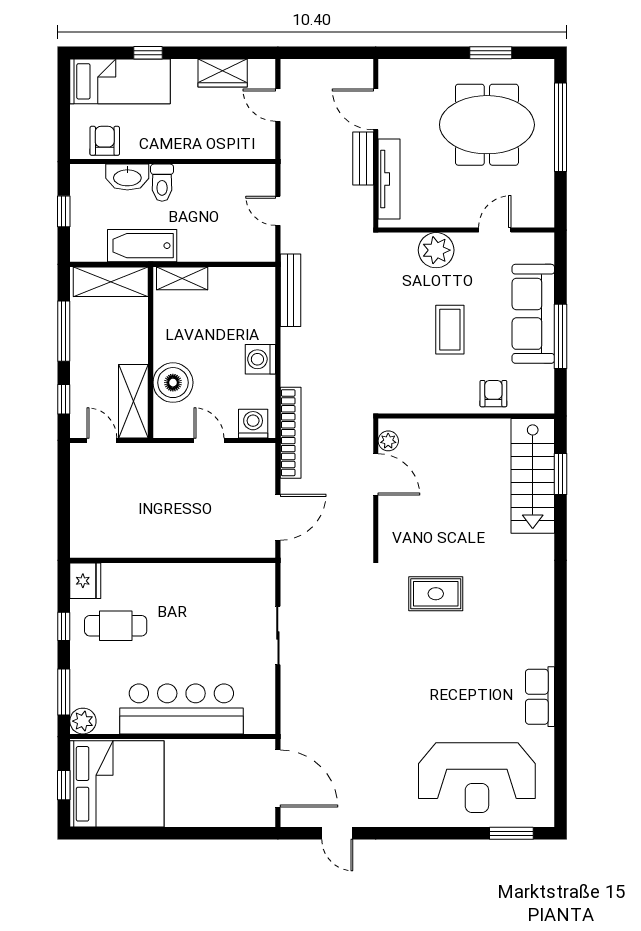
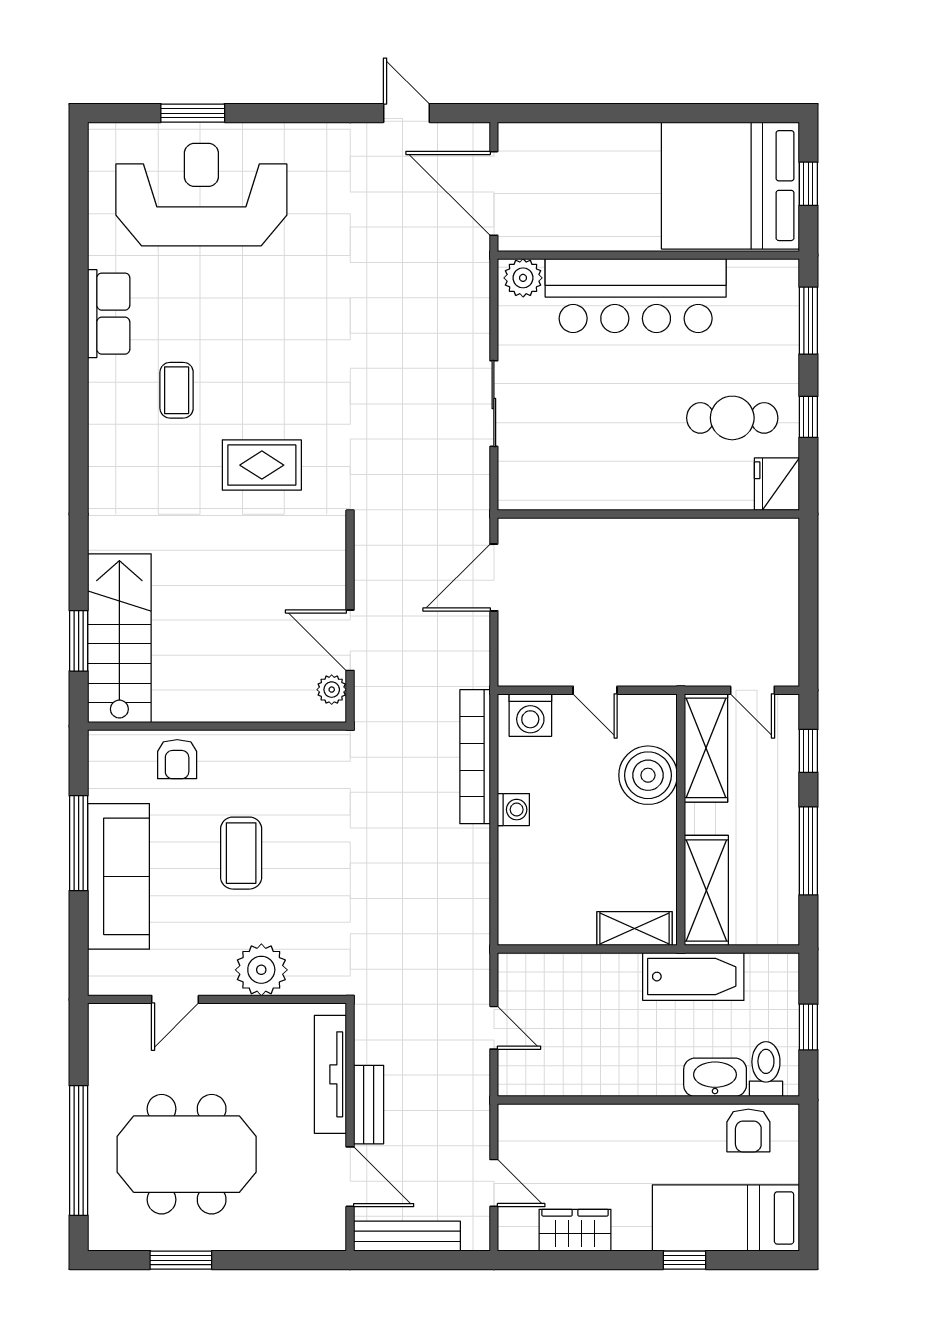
toilet: (162, 183) -> (766, 1069), moved
shelving: (111, 282) -> (706, 890), moved, turned 90
bench: (290, 290) -> (407, 1236), moved, turned 90
washing machine: (260, 359) -> (513, 810), width x0.73, depth x0.73
bookcase: (291, 433) -> (475, 757), moved
coffee table: (494, 645) -> (177, 390), added
plant: (83, 721) -> (523, 278), moved
window: (511, 833) -> (193, 113), moved

